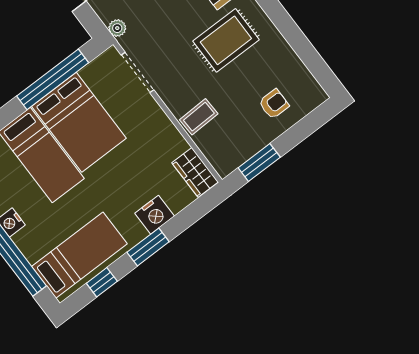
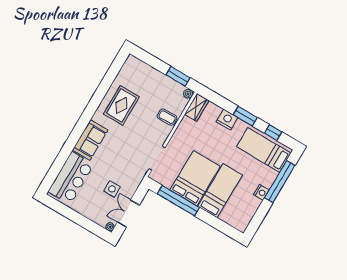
plant: (117, 28) -> (188, 94), moved
rug: (226, 40) -> (121, 105), moved, turned 90
armchair: (274, 104) -> (145, 81), removed

